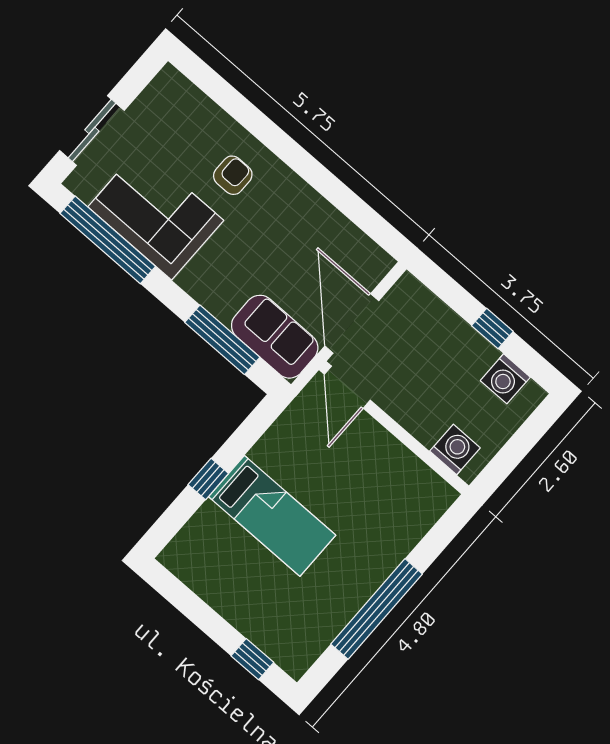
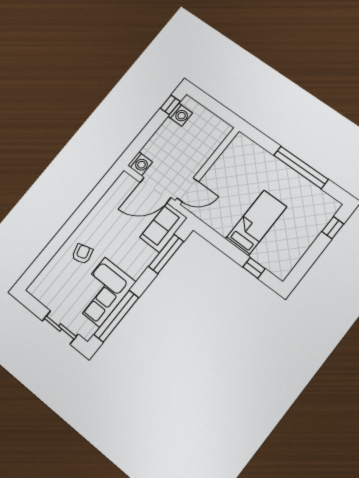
armchair: (233, 175) -> (82, 254), turned 74
window: (492, 329) -> (170, 105), moved
washing machine: (455, 449) -> (140, 164), moved, turned 180
window: (208, 479) -> (254, 268), moved

